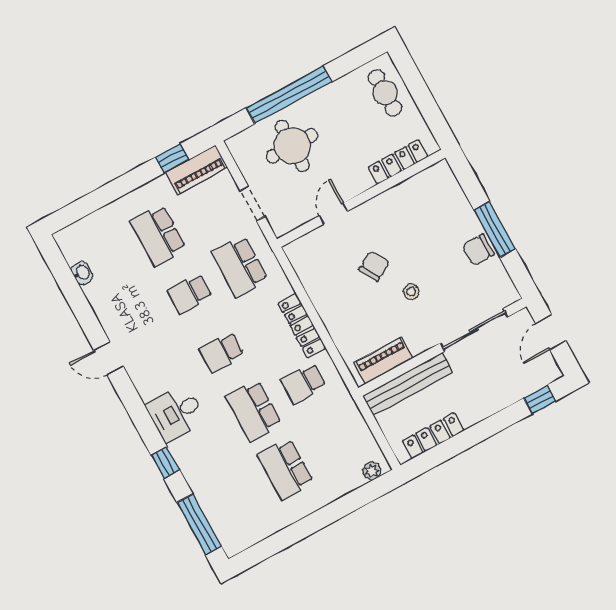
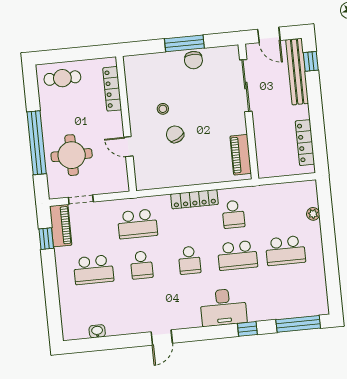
doorway: (252, 203) -> (81, 200), moved
stool: (411, 292) -> (163, 109), moved
bench: (408, 384) -> (297, 72), moved
desk: (176, 413) -> (223, 307), width x1.37
plant: (372, 471) -> (313, 214), moved

